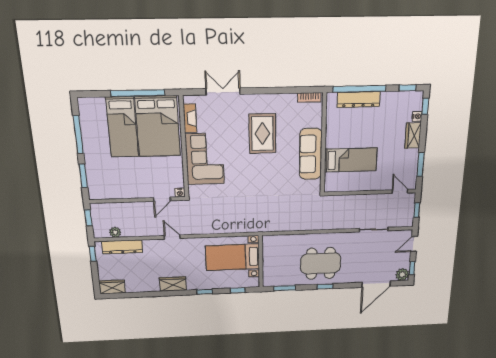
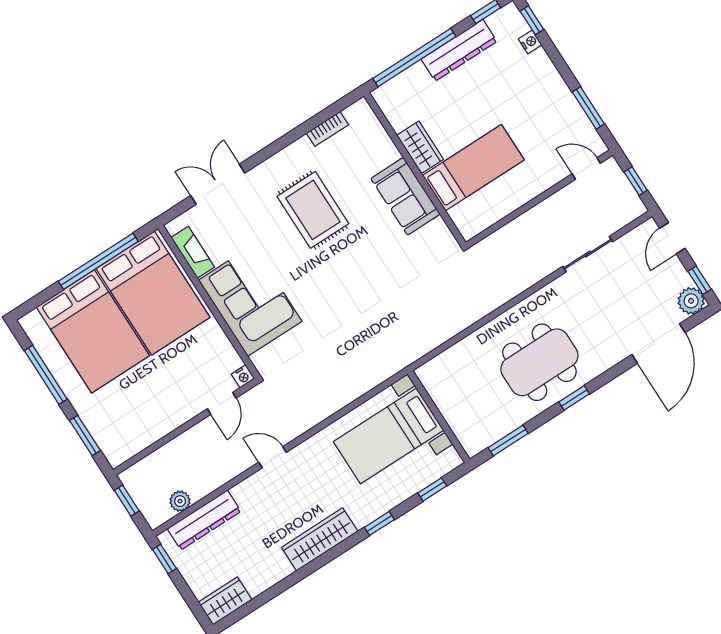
bookcase: (309, 97) -> (327, 129), moved
dresser: (358, 99) -> (459, 50), moved
bed: (122, 127) -> (93, 331), width x1.50
wardrobe: (413, 135) -> (420, 147), moved, turned 180
sofa: (311, 154) -> (406, 196), width x0.73
wardrobe: (173, 284) -> (320, 539), width x1.50

